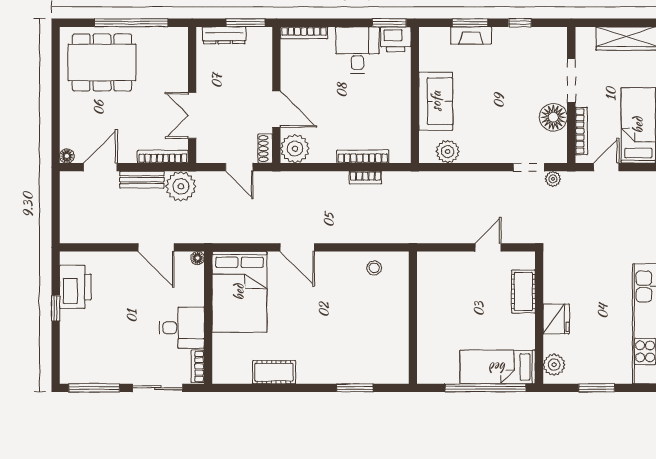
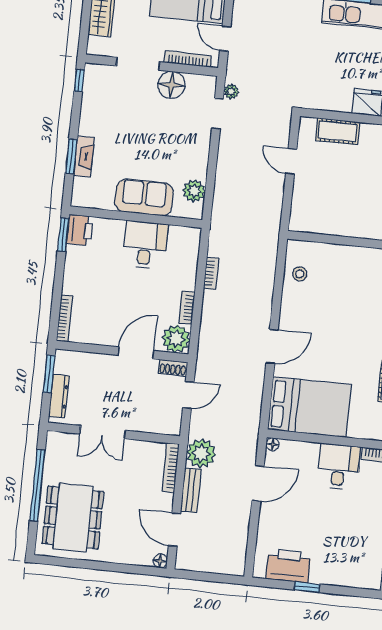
window: (520, 23) -> (79, 81), moved
desk: (357, 50) -> (145, 245), moved, turned 90
double door: (192, 115) -> (103, 432), moved
bookcase: (363, 157) -> (187, 308), moved, width x0.64

